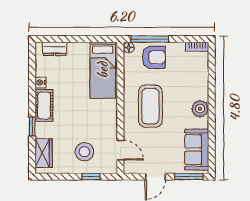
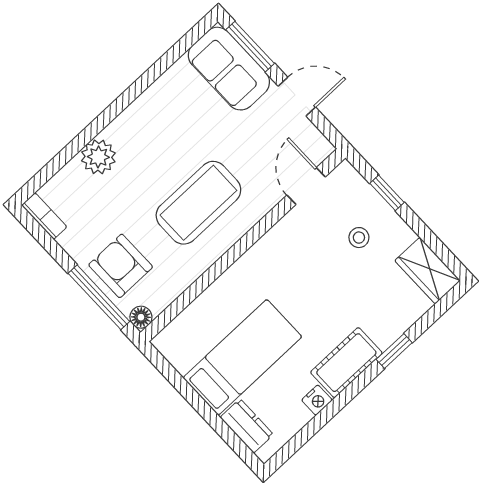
bed: (103, 70) -> (242, 357), moved
plant: (200, 109) -> (98, 157), moved
sofa: (197, 150) -> (229, 69), moved, turned 90
stool: (84, 152) -> (359, 238), width x0.53, depth x0.53
wardrobe: (44, 153) -> (428, 271), moved, turned -90

